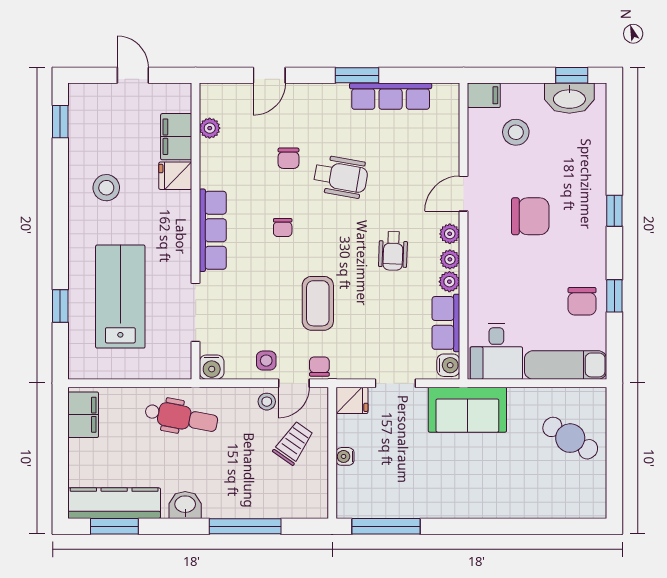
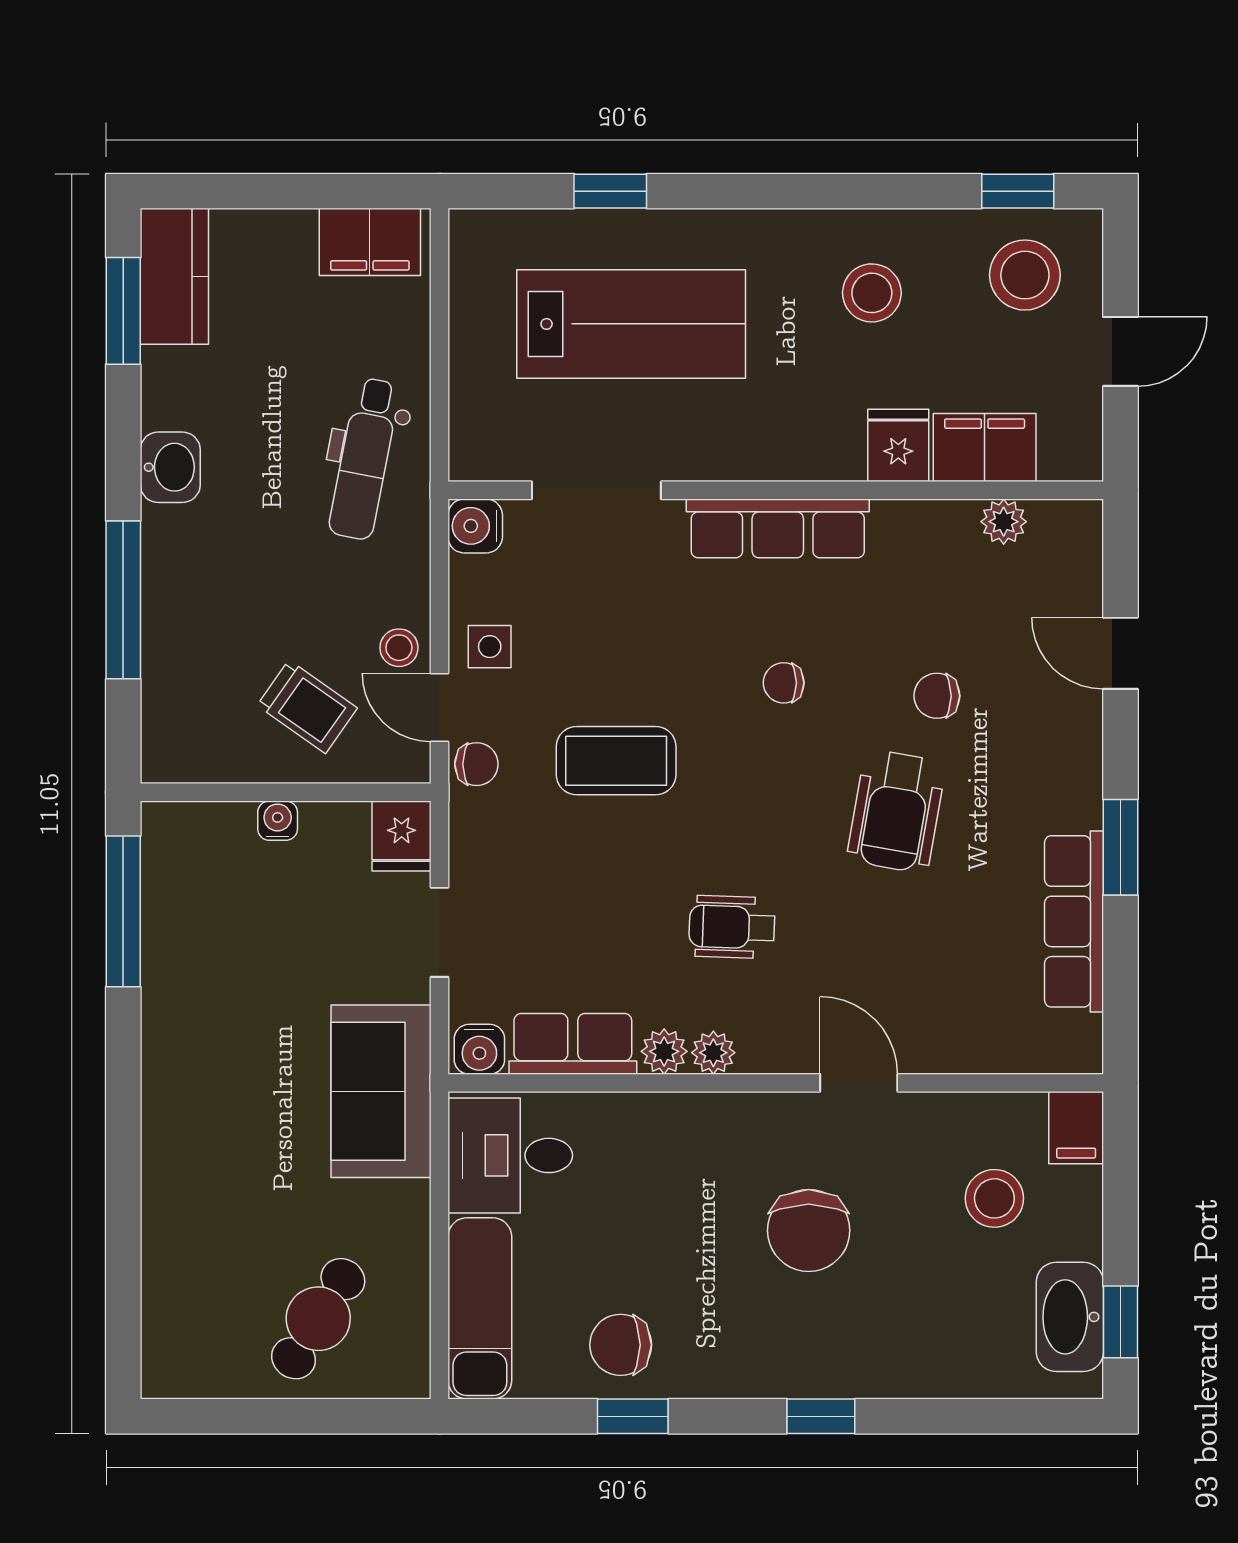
stool: (98, 118) -> (1025, 275), added
plant: (450, 234) -> (770, 1052), removed
kitchen counter: (114, 503) -> (174, 276), width x0.67

